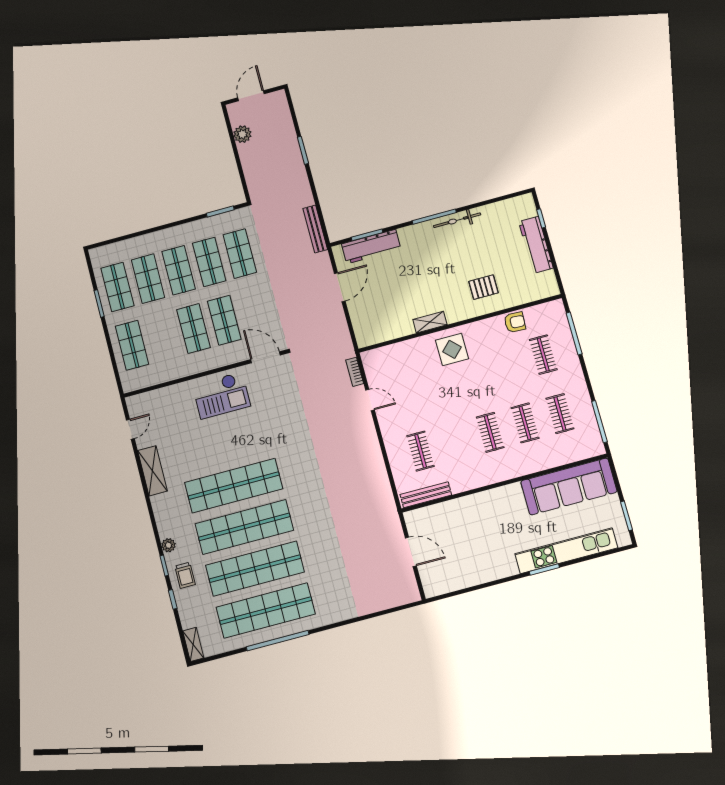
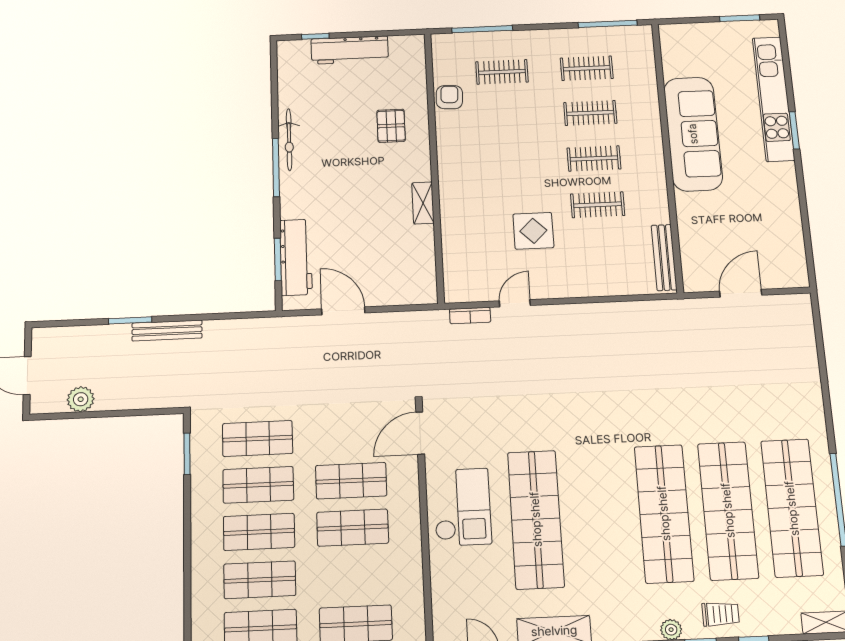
bench: (315, 229) -> (167, 331), moved
display table: (452, 349) -> (533, 231), moved
clothes rail: (421, 451) -> (598, 205), moved
shop shelf: (234, 486) -> (536, 519), moved
sofa: (569, 486) -> (693, 134), moved

